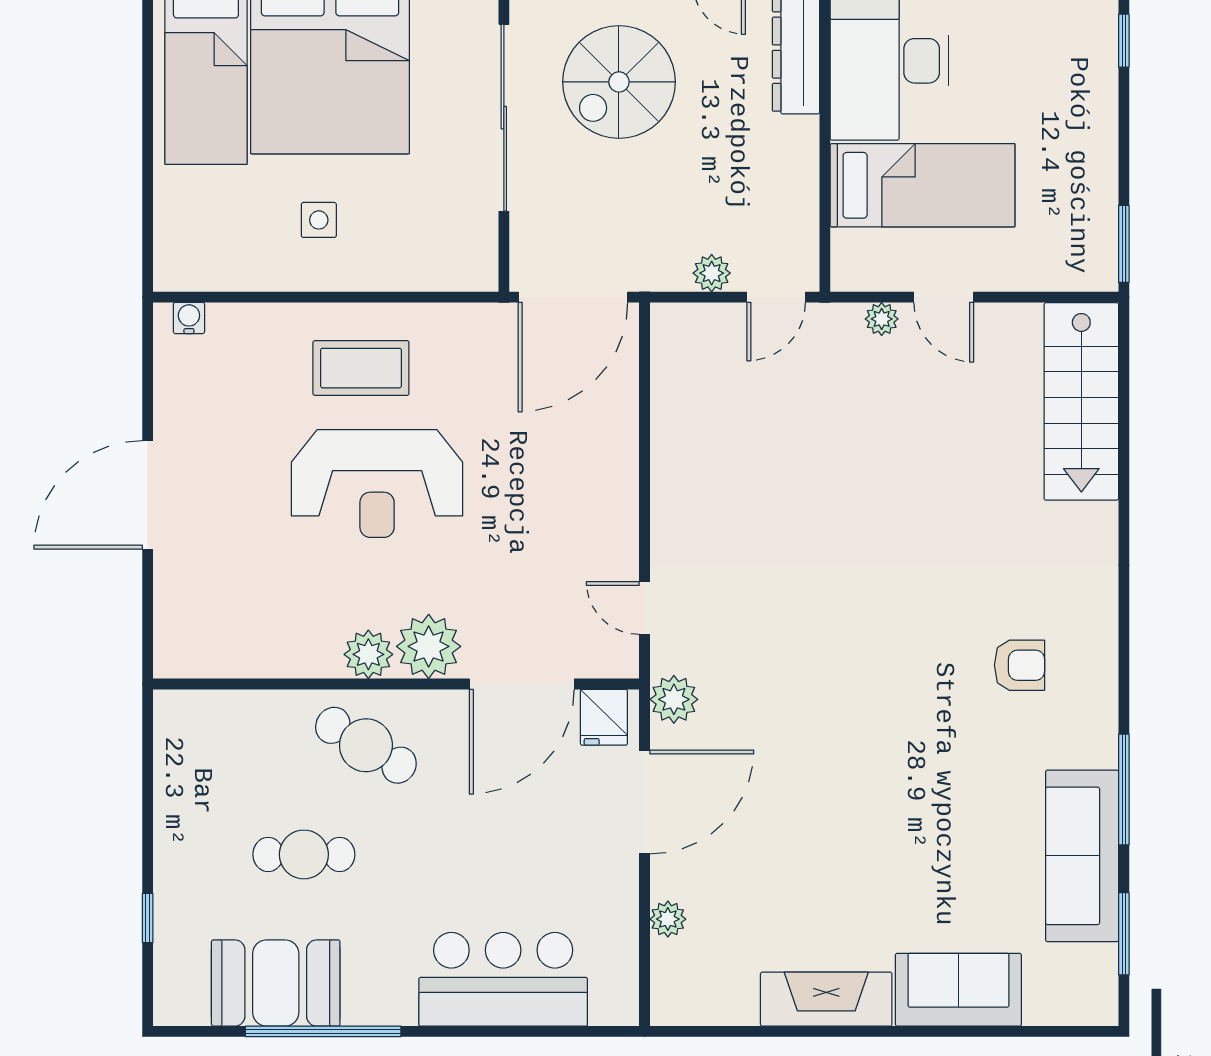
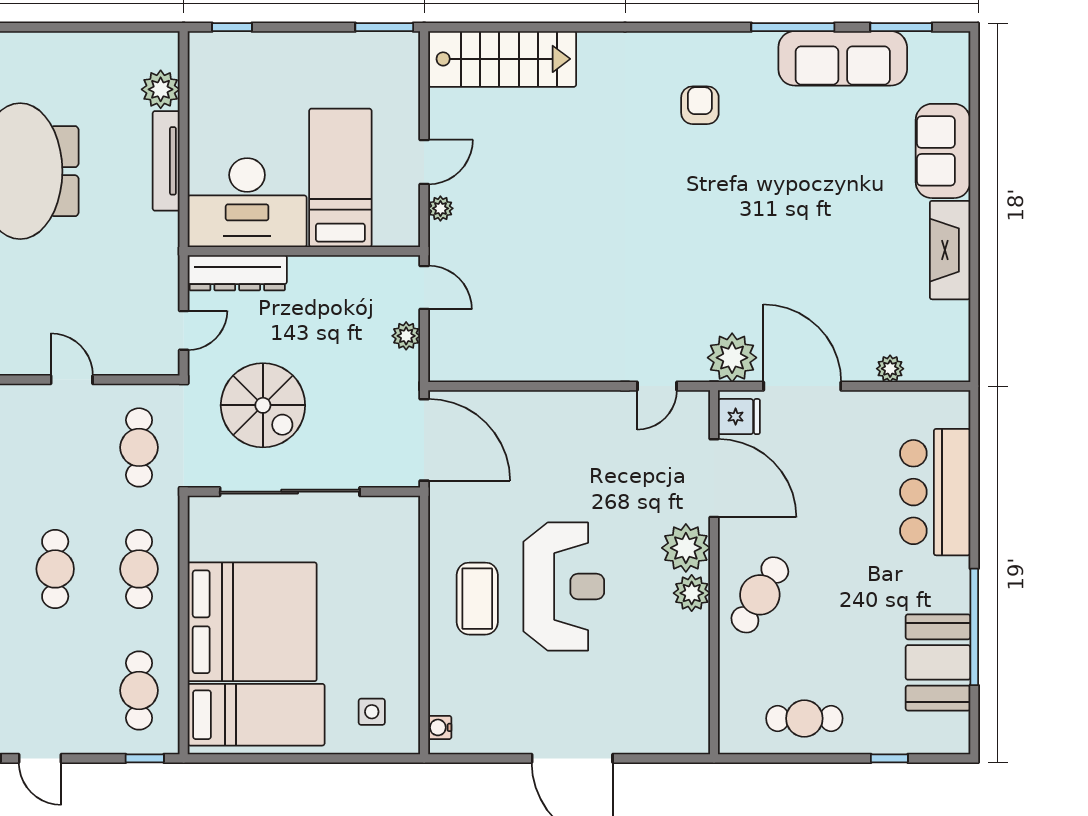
side table: (319, 220) -> (372, 712), moved
plant: (674, 699) -> (732, 358), width x1.36, depth x1.36
cafe table: (304, 854) -> (804, 718), moved, turned 90

